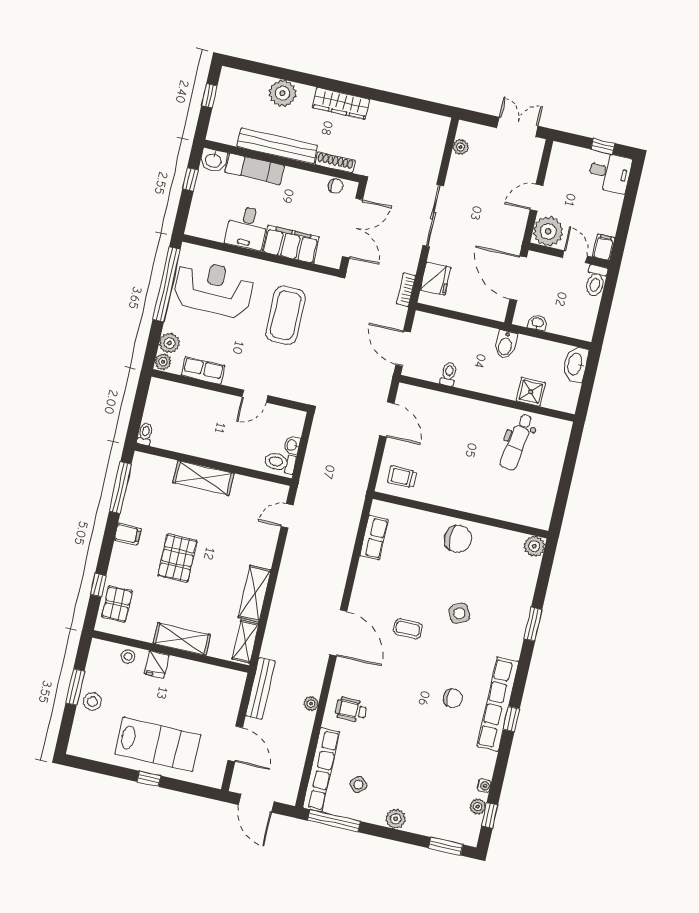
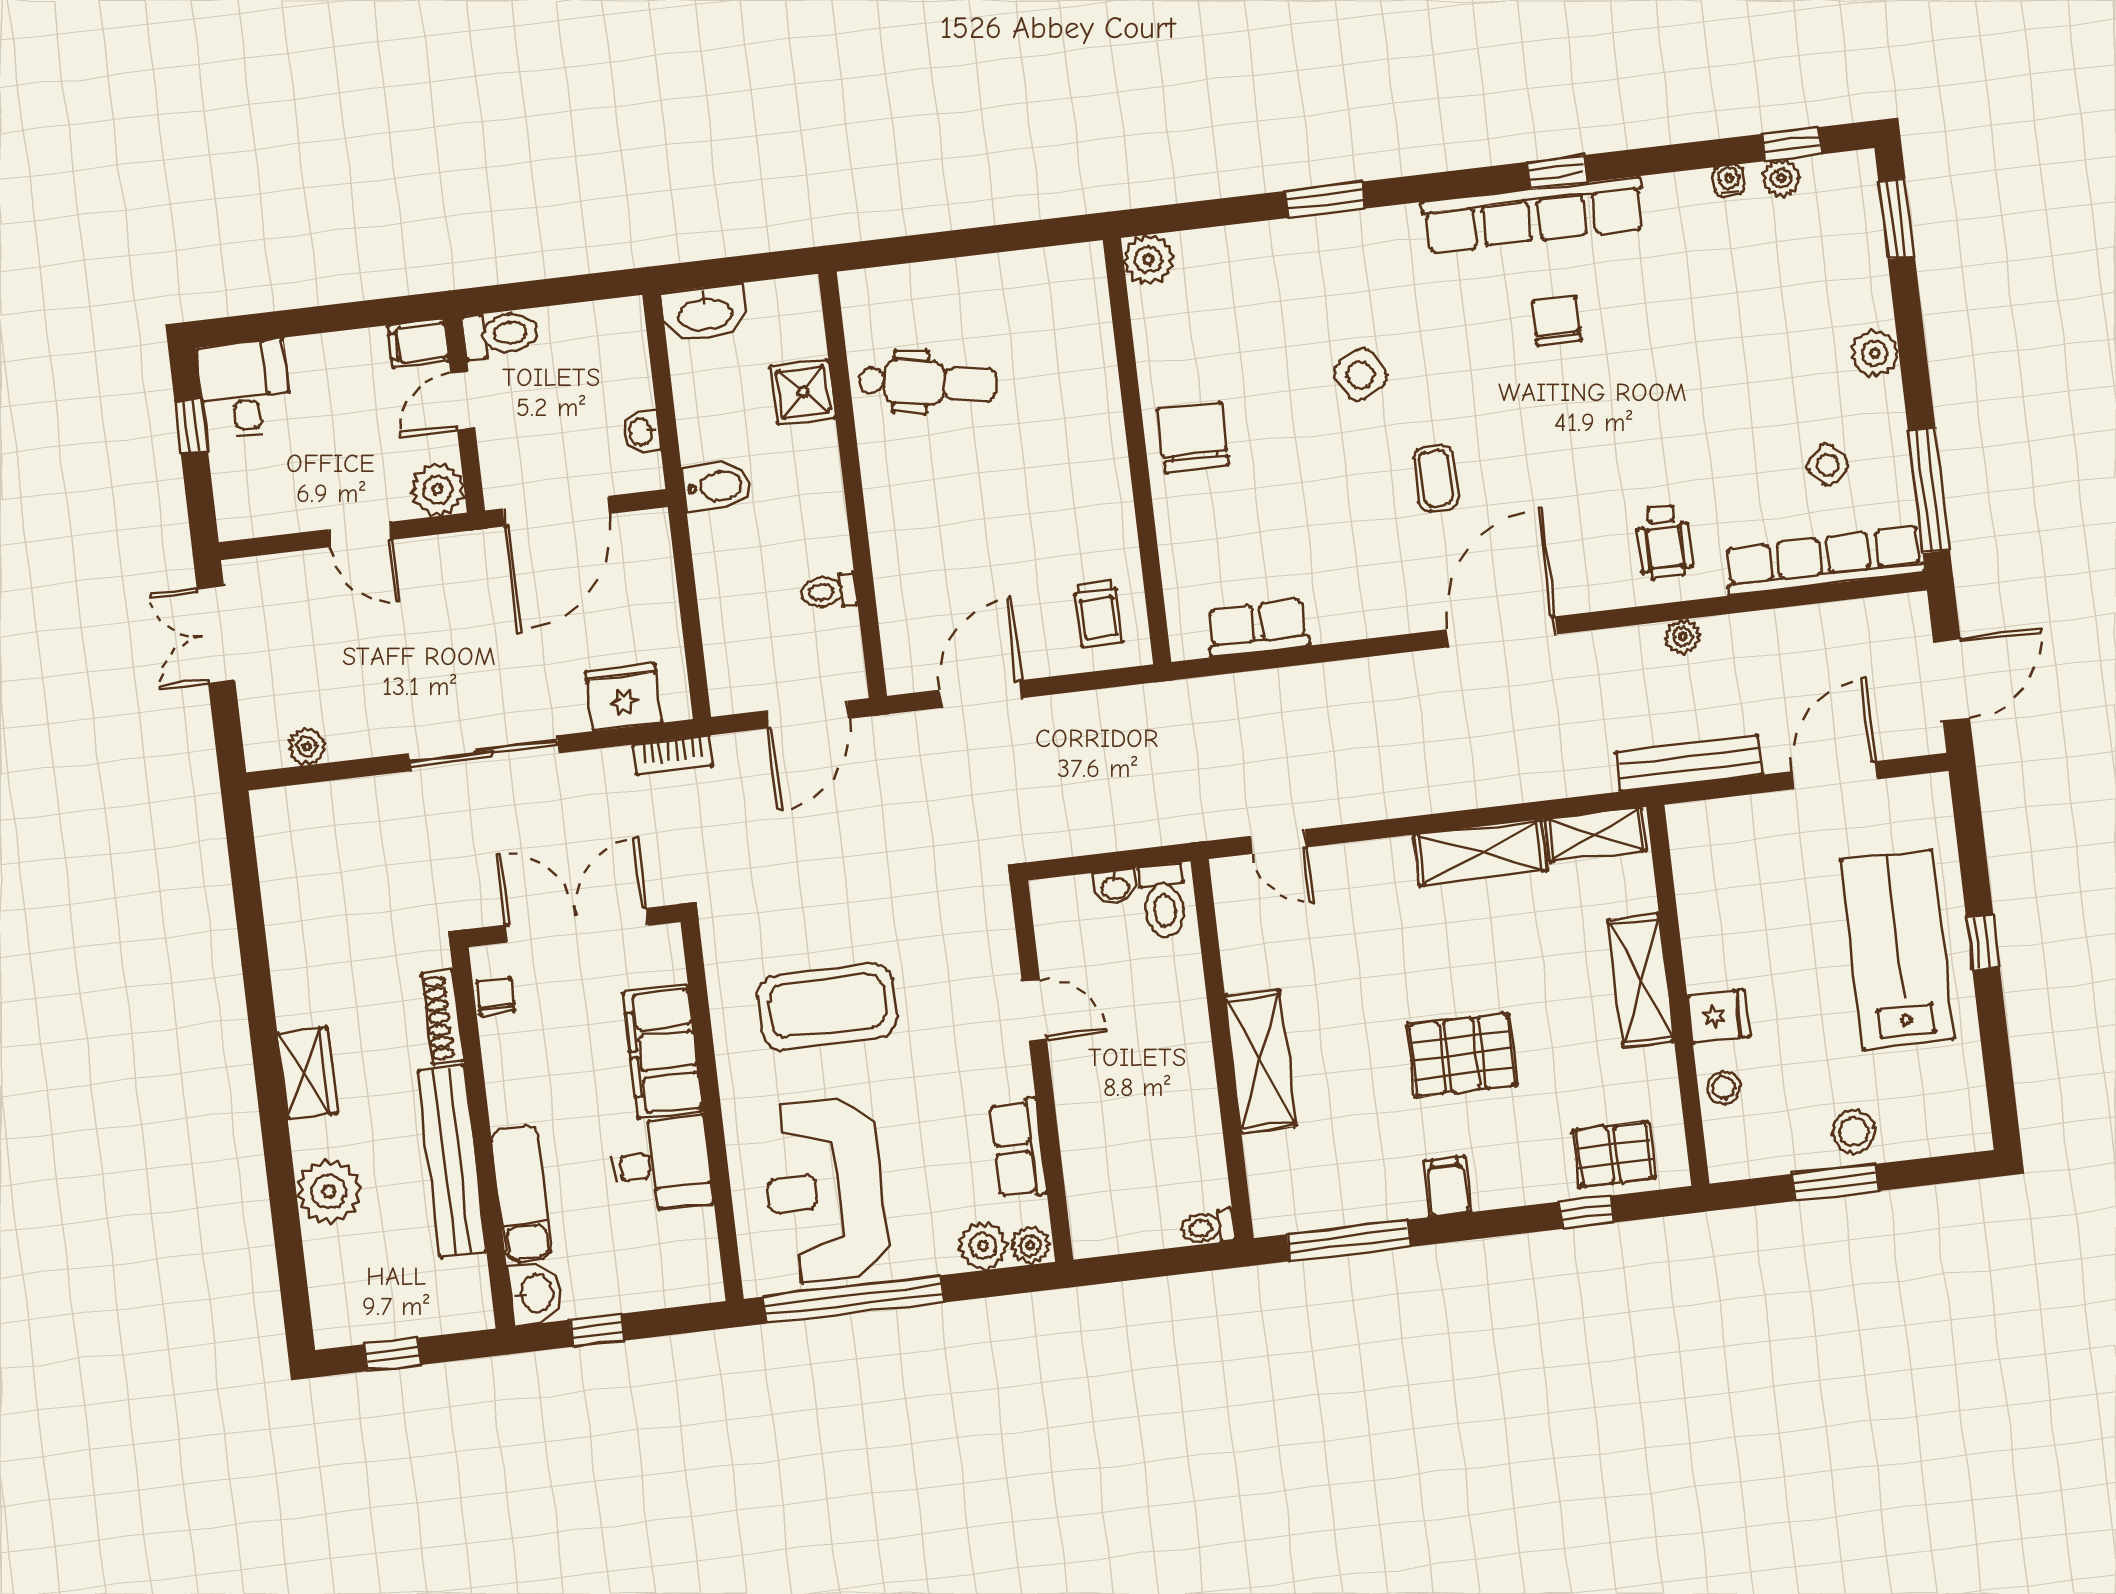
wardrobe: (341, 103) -> (307, 1073), width x0.67
plant: (548, 231) -> (438, 489), width x0.73, depth x0.73

